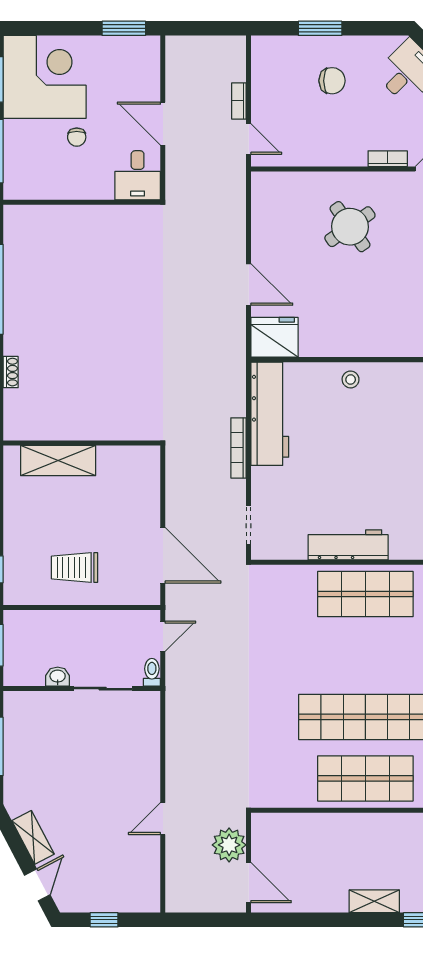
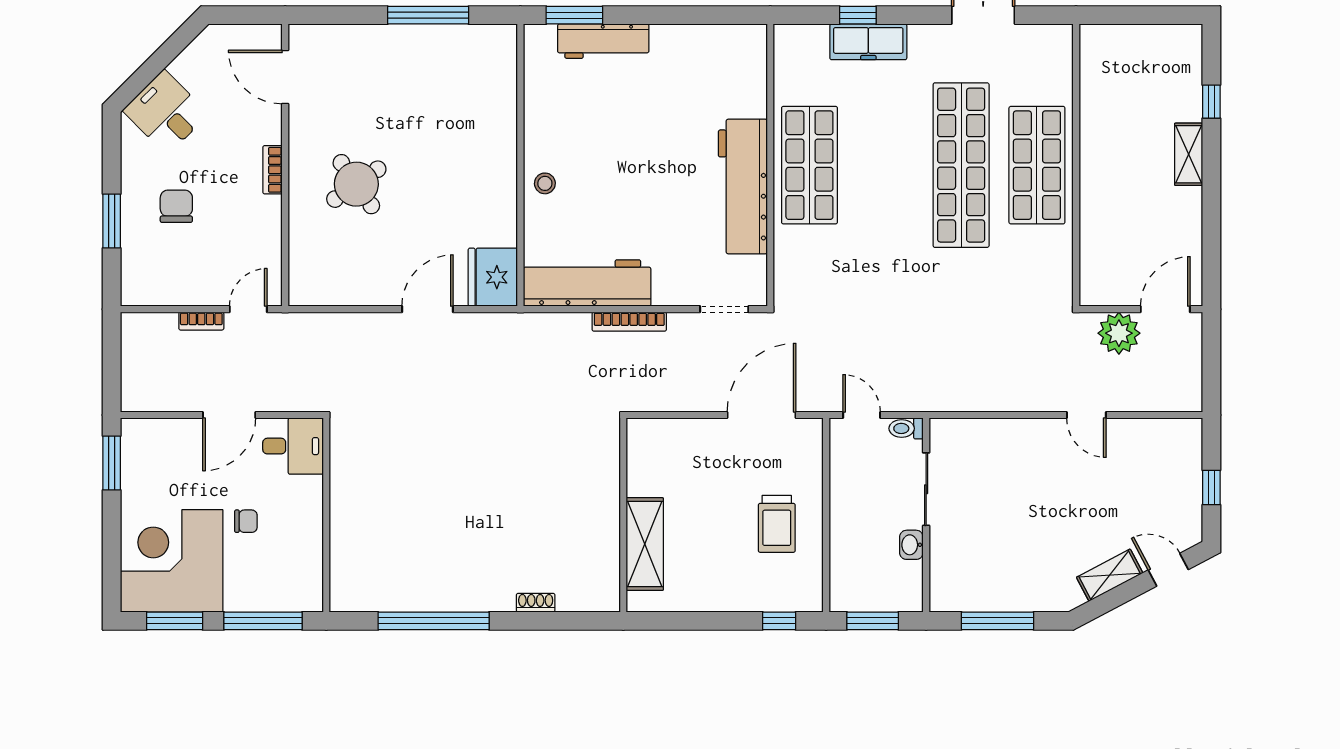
bookcase: (388, 159) -> (273, 170), moved
workbench: (348, 545) -> (743, 186), width x1.36, depth x1.32

